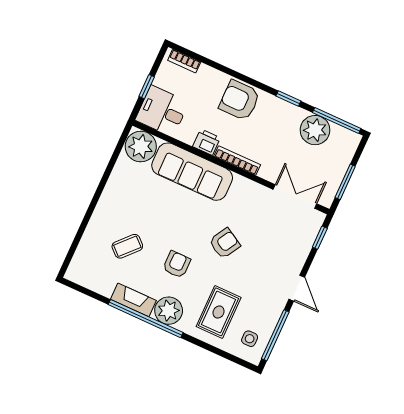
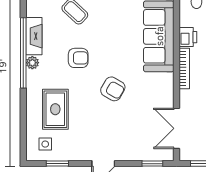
double door: (295, 196) -> (176, 128), swing flipped
plant: (169, 311) -> (32, 63), width x0.53, depth x0.53
rug: (219, 312) -> (55, 109), turned 90
window: (275, 335) -> (57, 164), width x0.46

